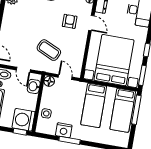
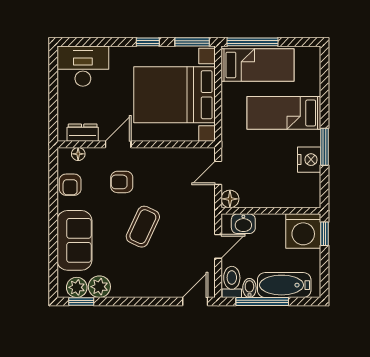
coffee table: (49, 50) -> (143, 227), moved
bed: (94, 105) -> (284, 113), moved, turned 180
side table: (46, 113) -> (286, 194), removed

